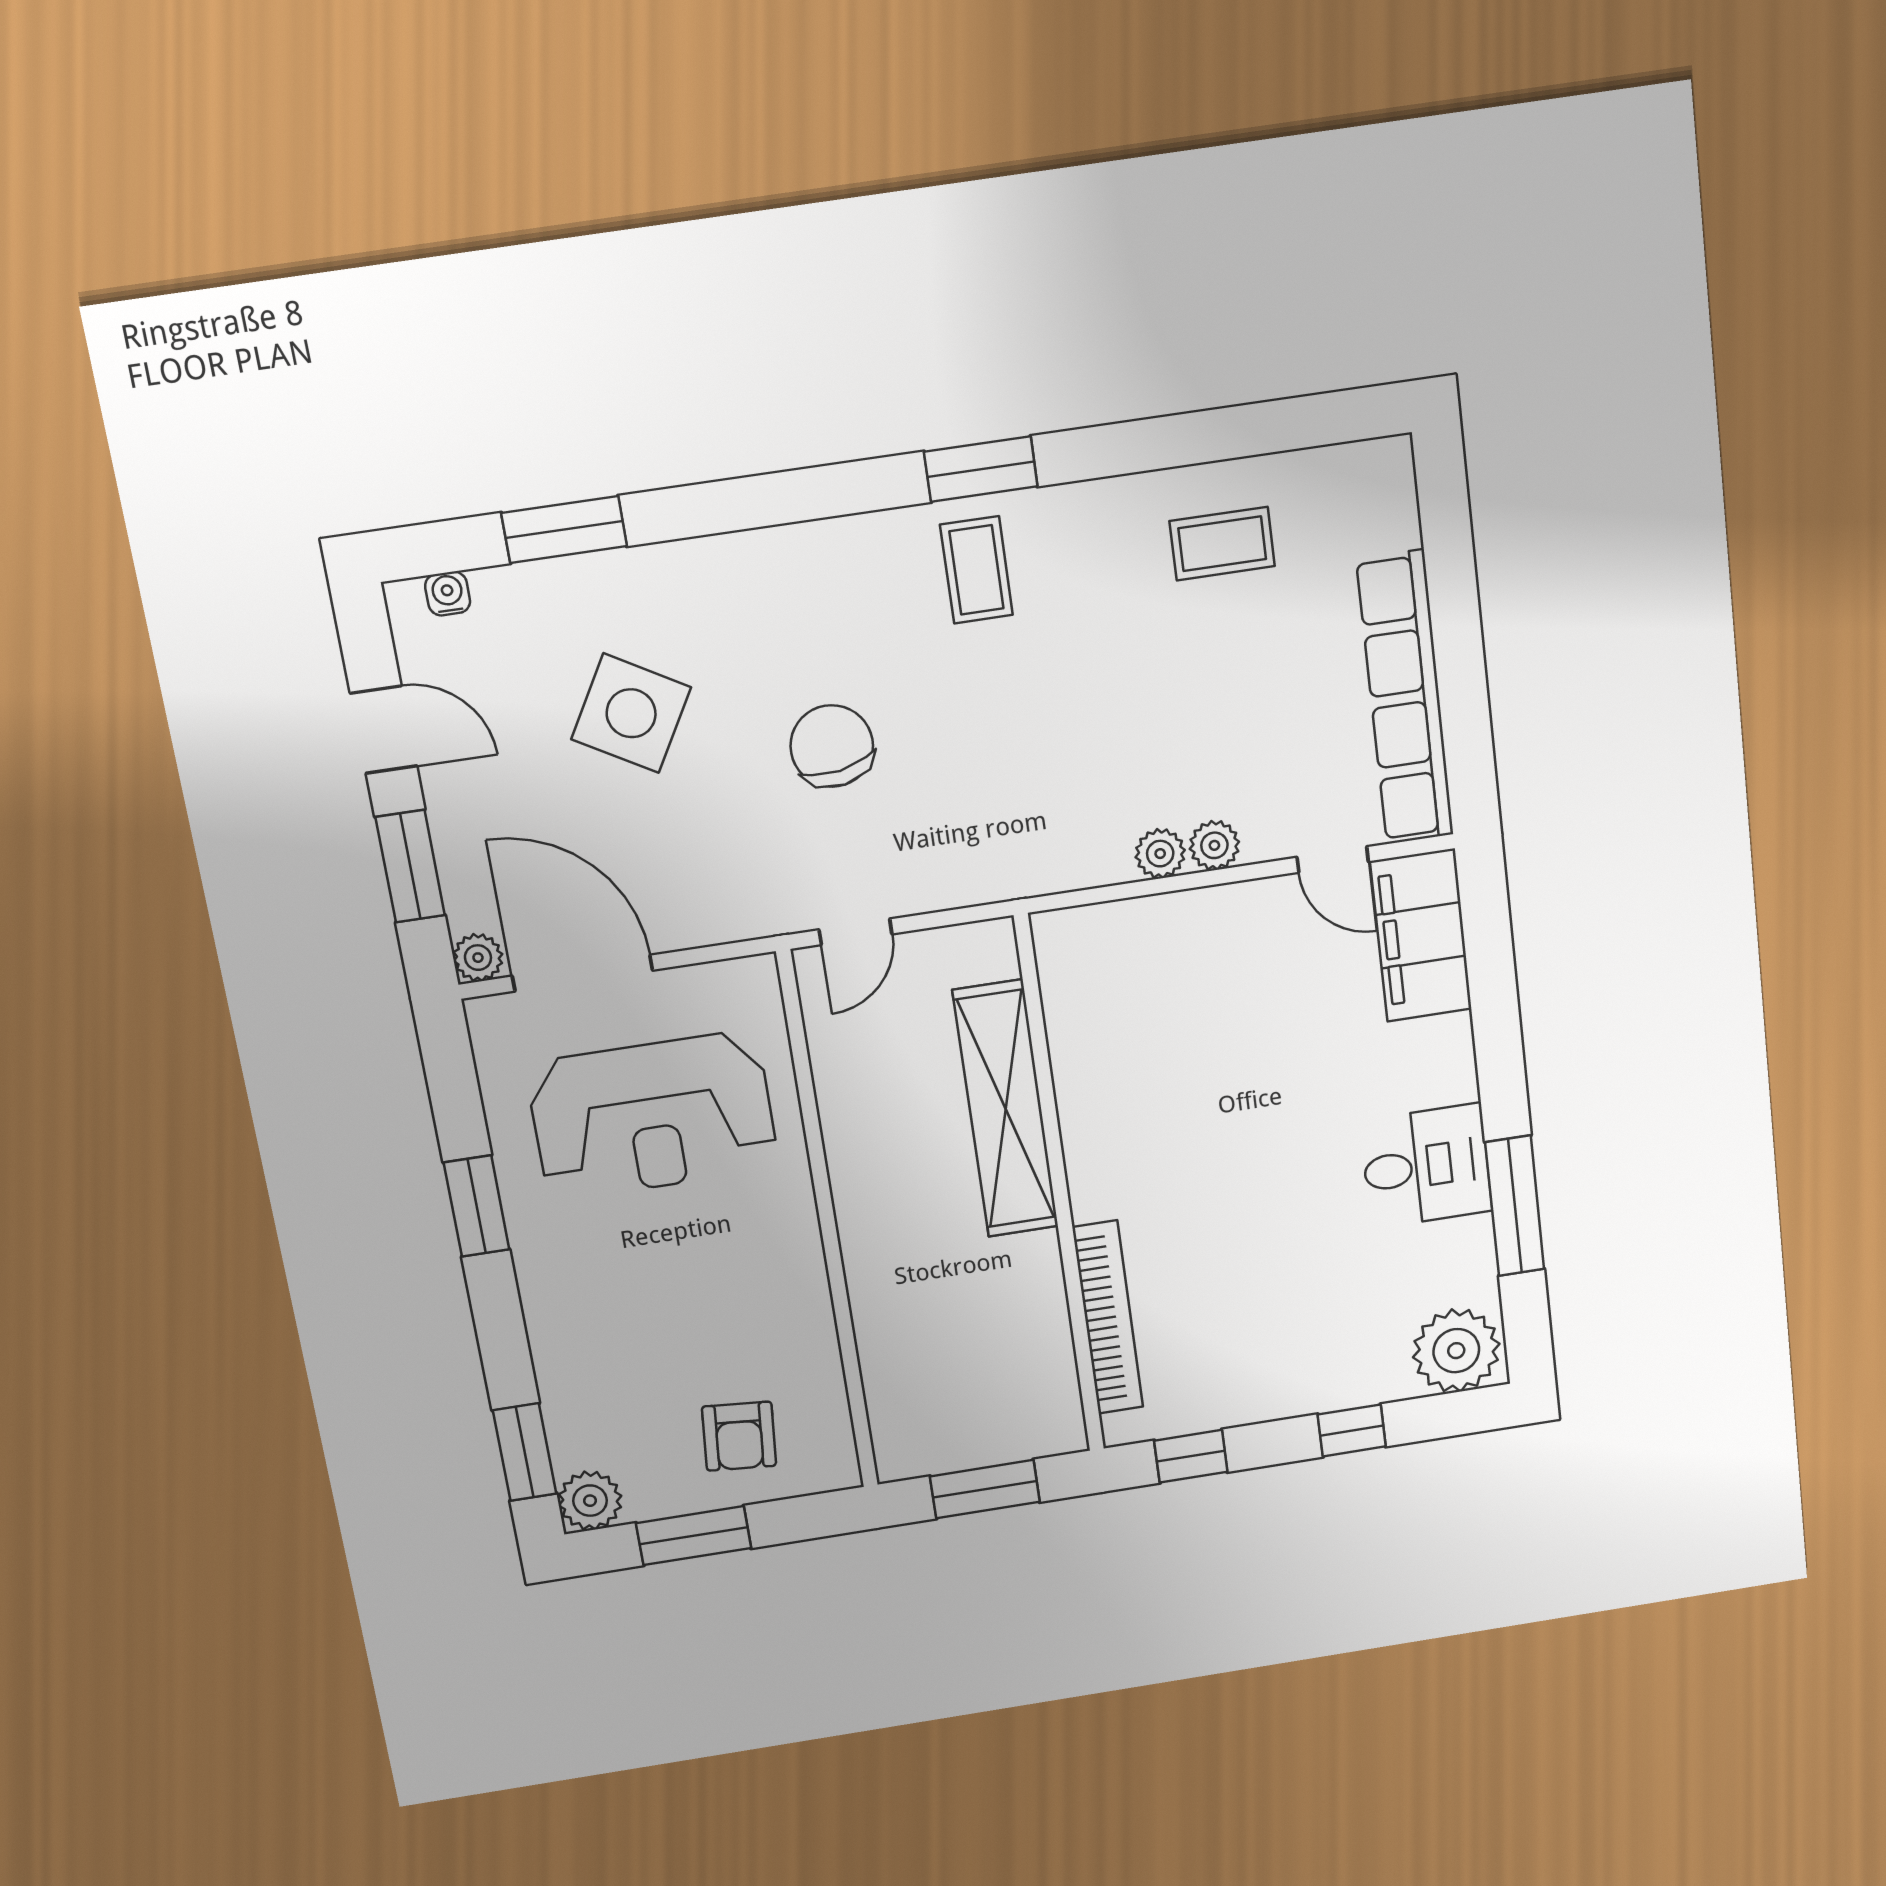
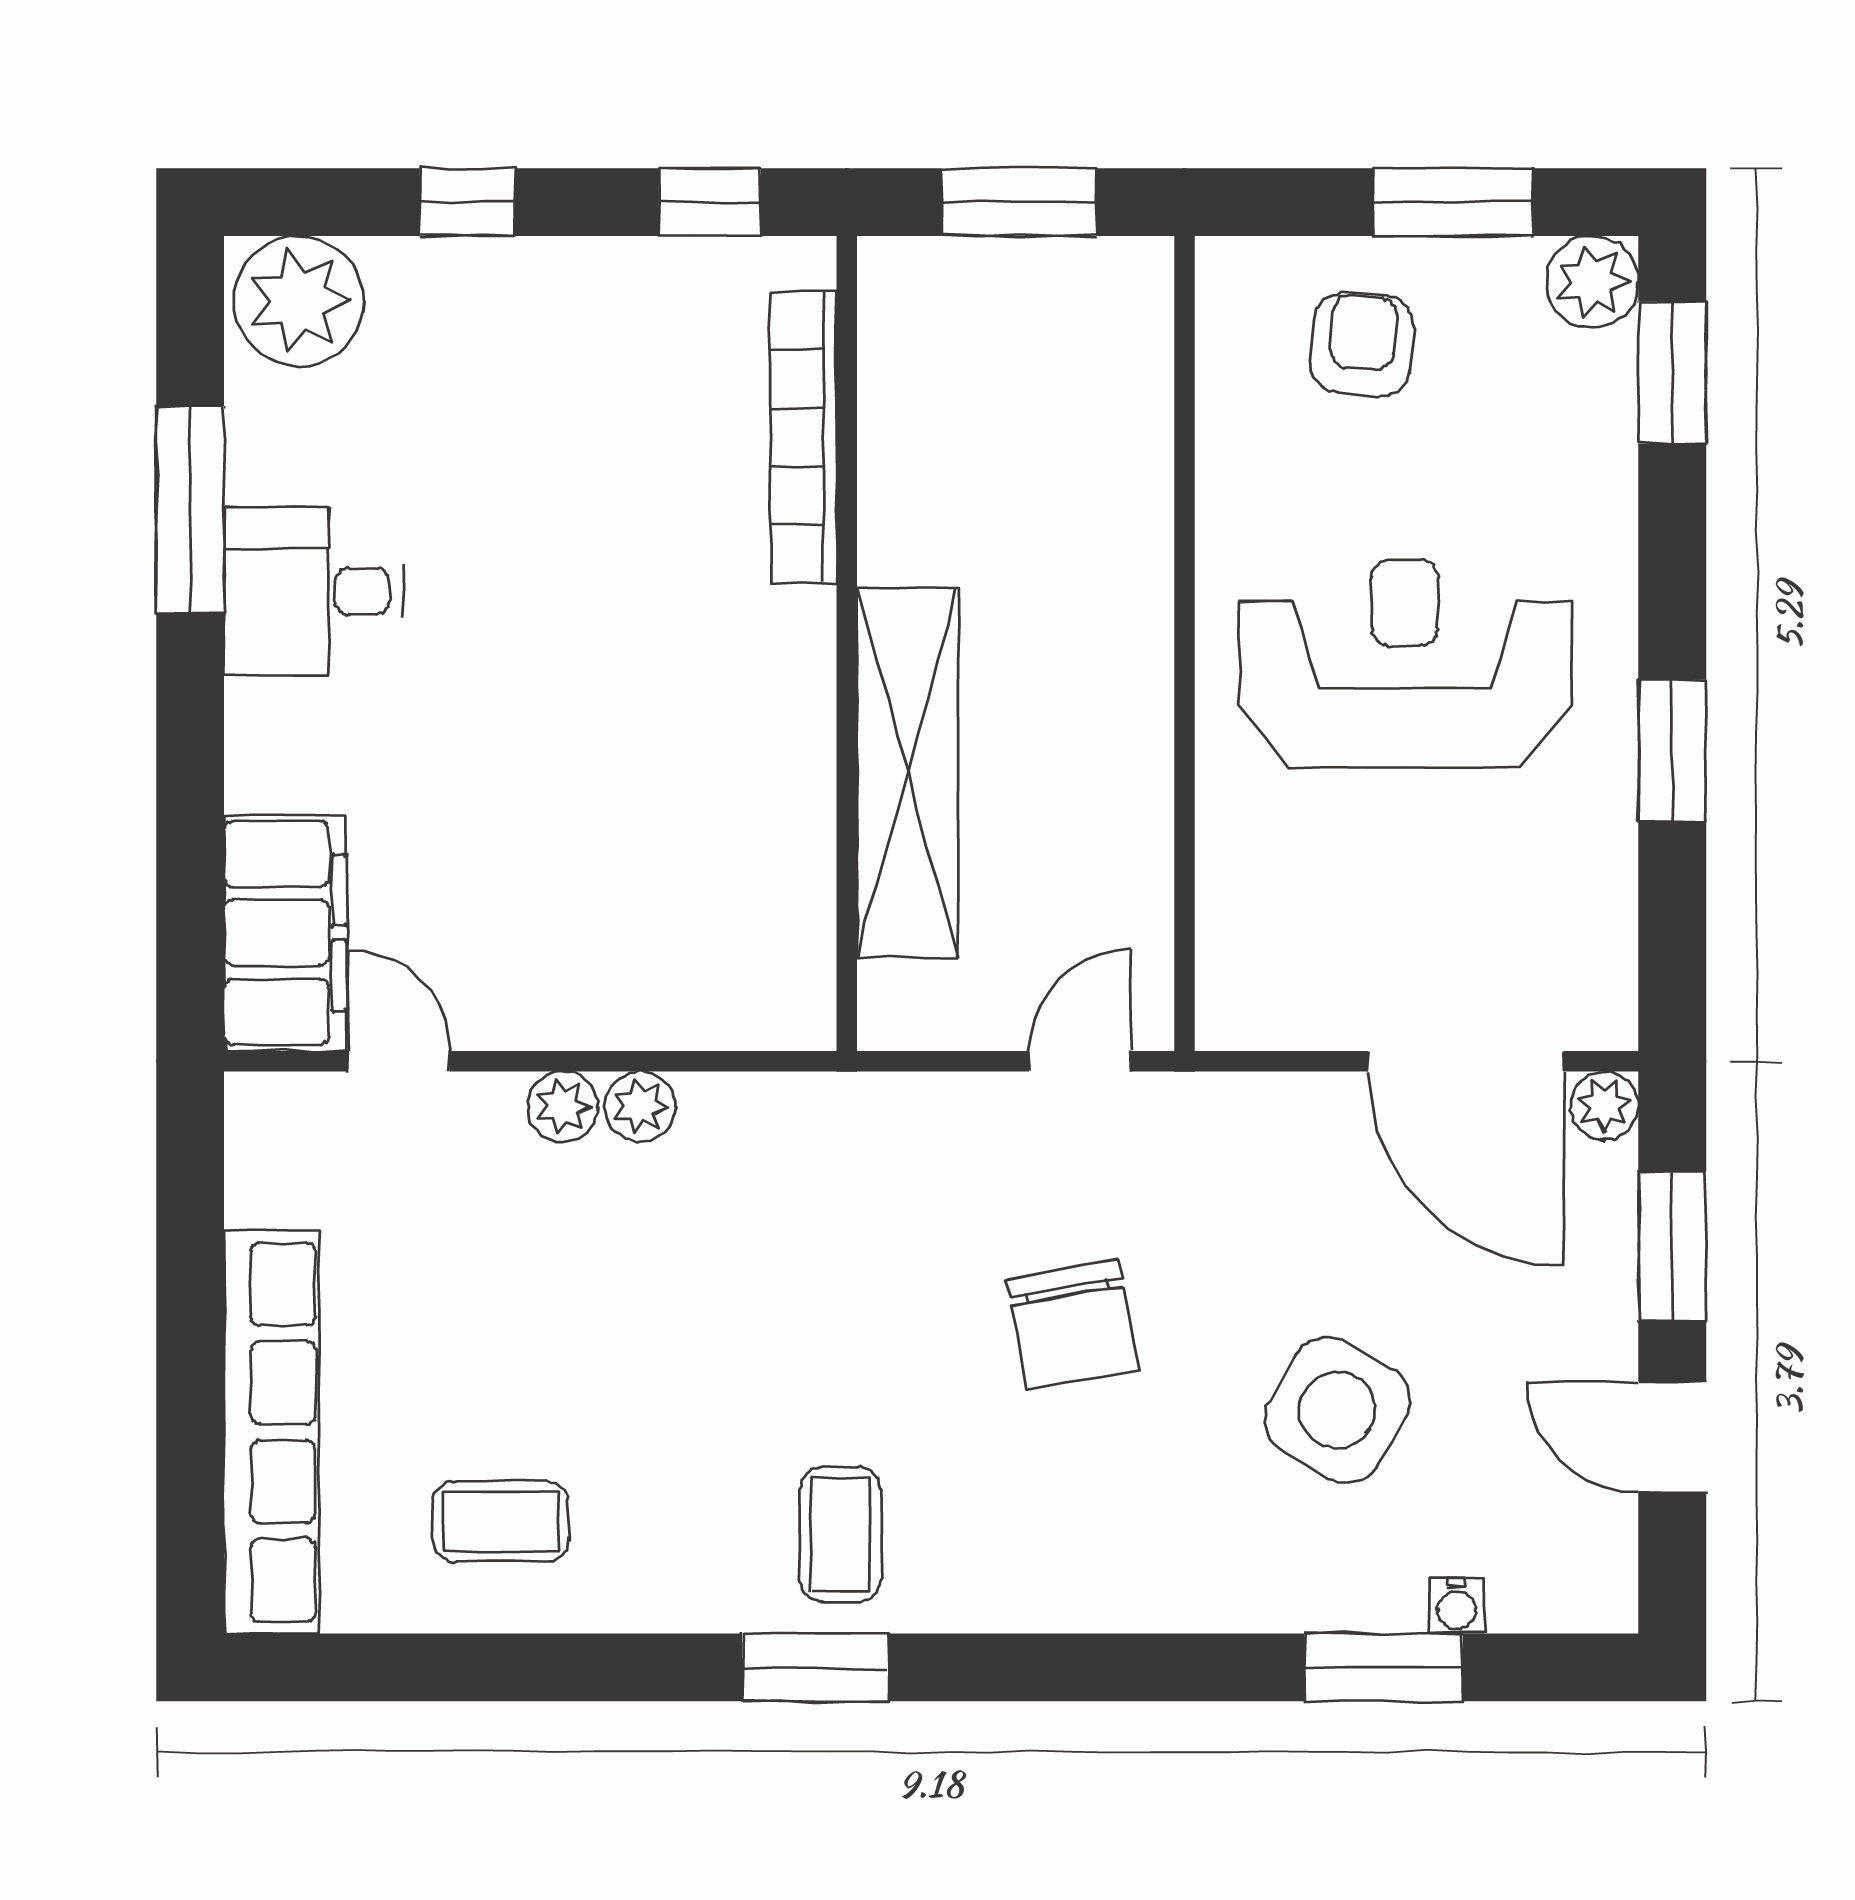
water cooler: (448, 594) -> (1457, 1606), moved
row of seats: (1405, 698) -> (272, 1432), moved
reception desk: (653, 1116) -> (1405, 663), moved

